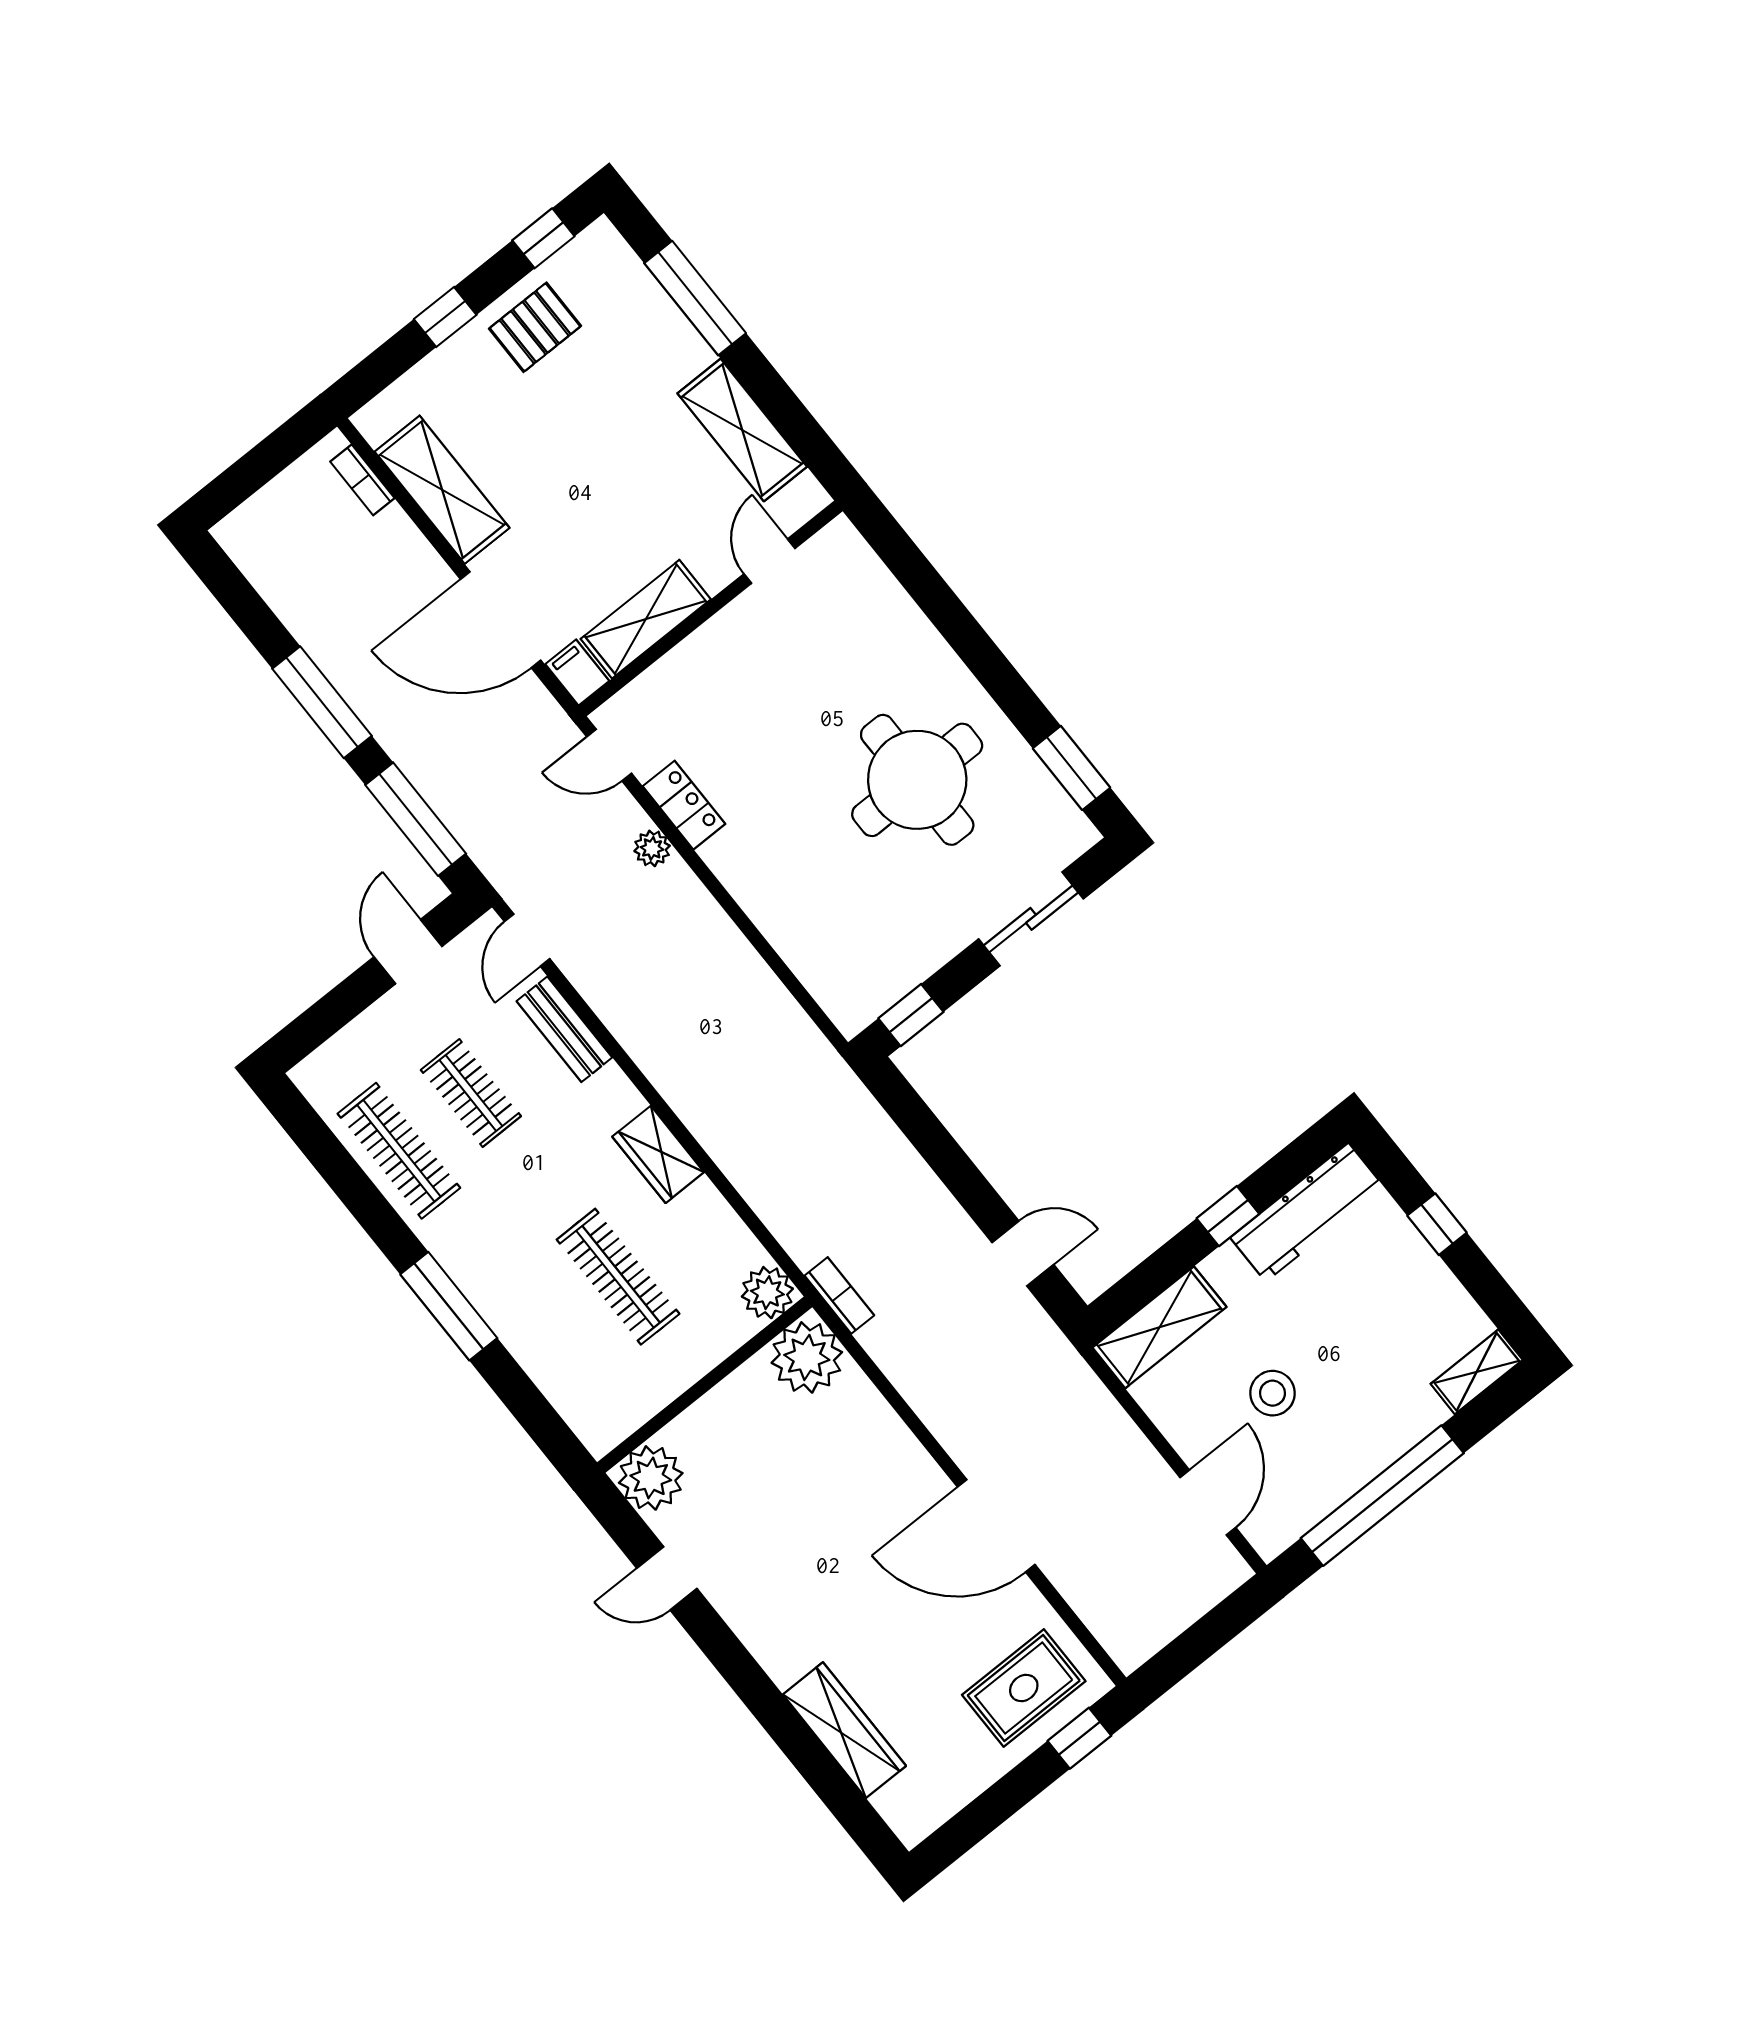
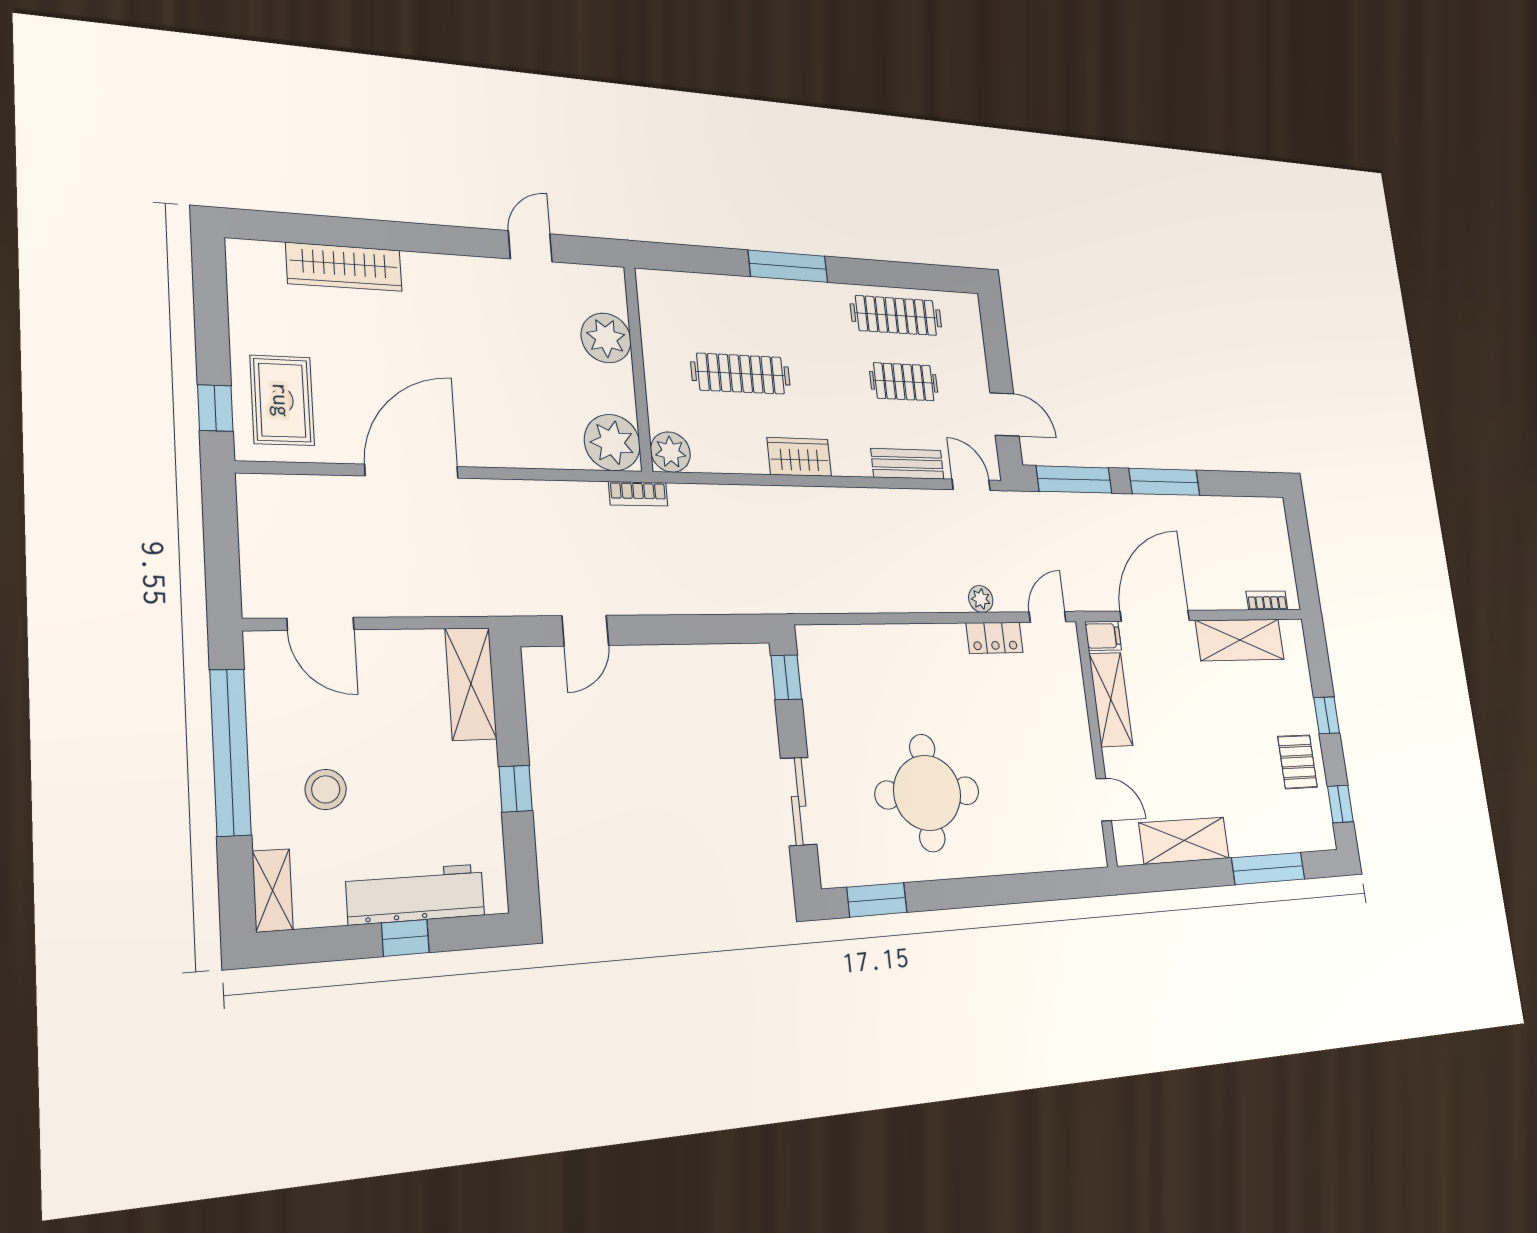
workbench: (1307, 1212) -> (416, 894), moved, turned 90
stool: (1272, 1393) -> (326, 789), moved
plant: (651, 1478) -> (606, 338), moved

